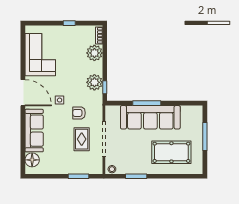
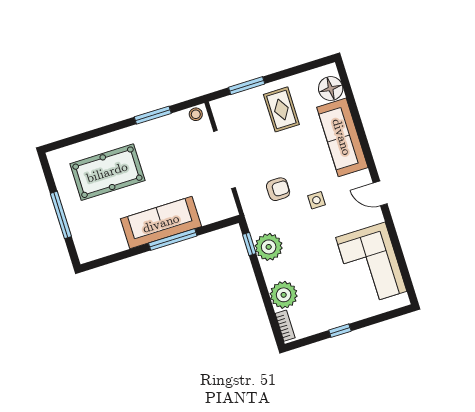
door: (23, 93) -> (380, 193), width x0.53
sofa: (150, 117) -> (161, 223), width x0.74, depth x0.79
rug: (82, 139) -> (281, 109), moved

